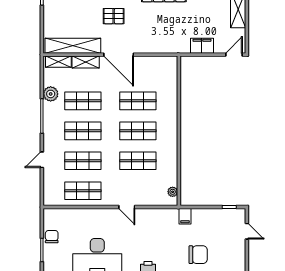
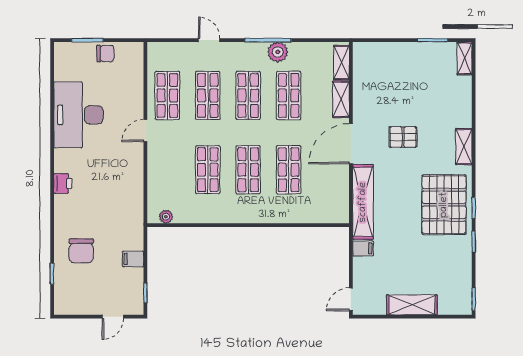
pallet: (114, 16) -> (403, 137), turned 90
shelving: (73, 46) -> (363, 202), moved
filing cabinet: (202, 46) -> (363, 248), width x0.50
door: (234, 55) -> (351, 299), swing flipped
plant: (51, 94) -> (278, 52), moved
door: (127, 207) -> (145, 131), moved
filing cabinet: (185, 216) -> (133, 259), moved

